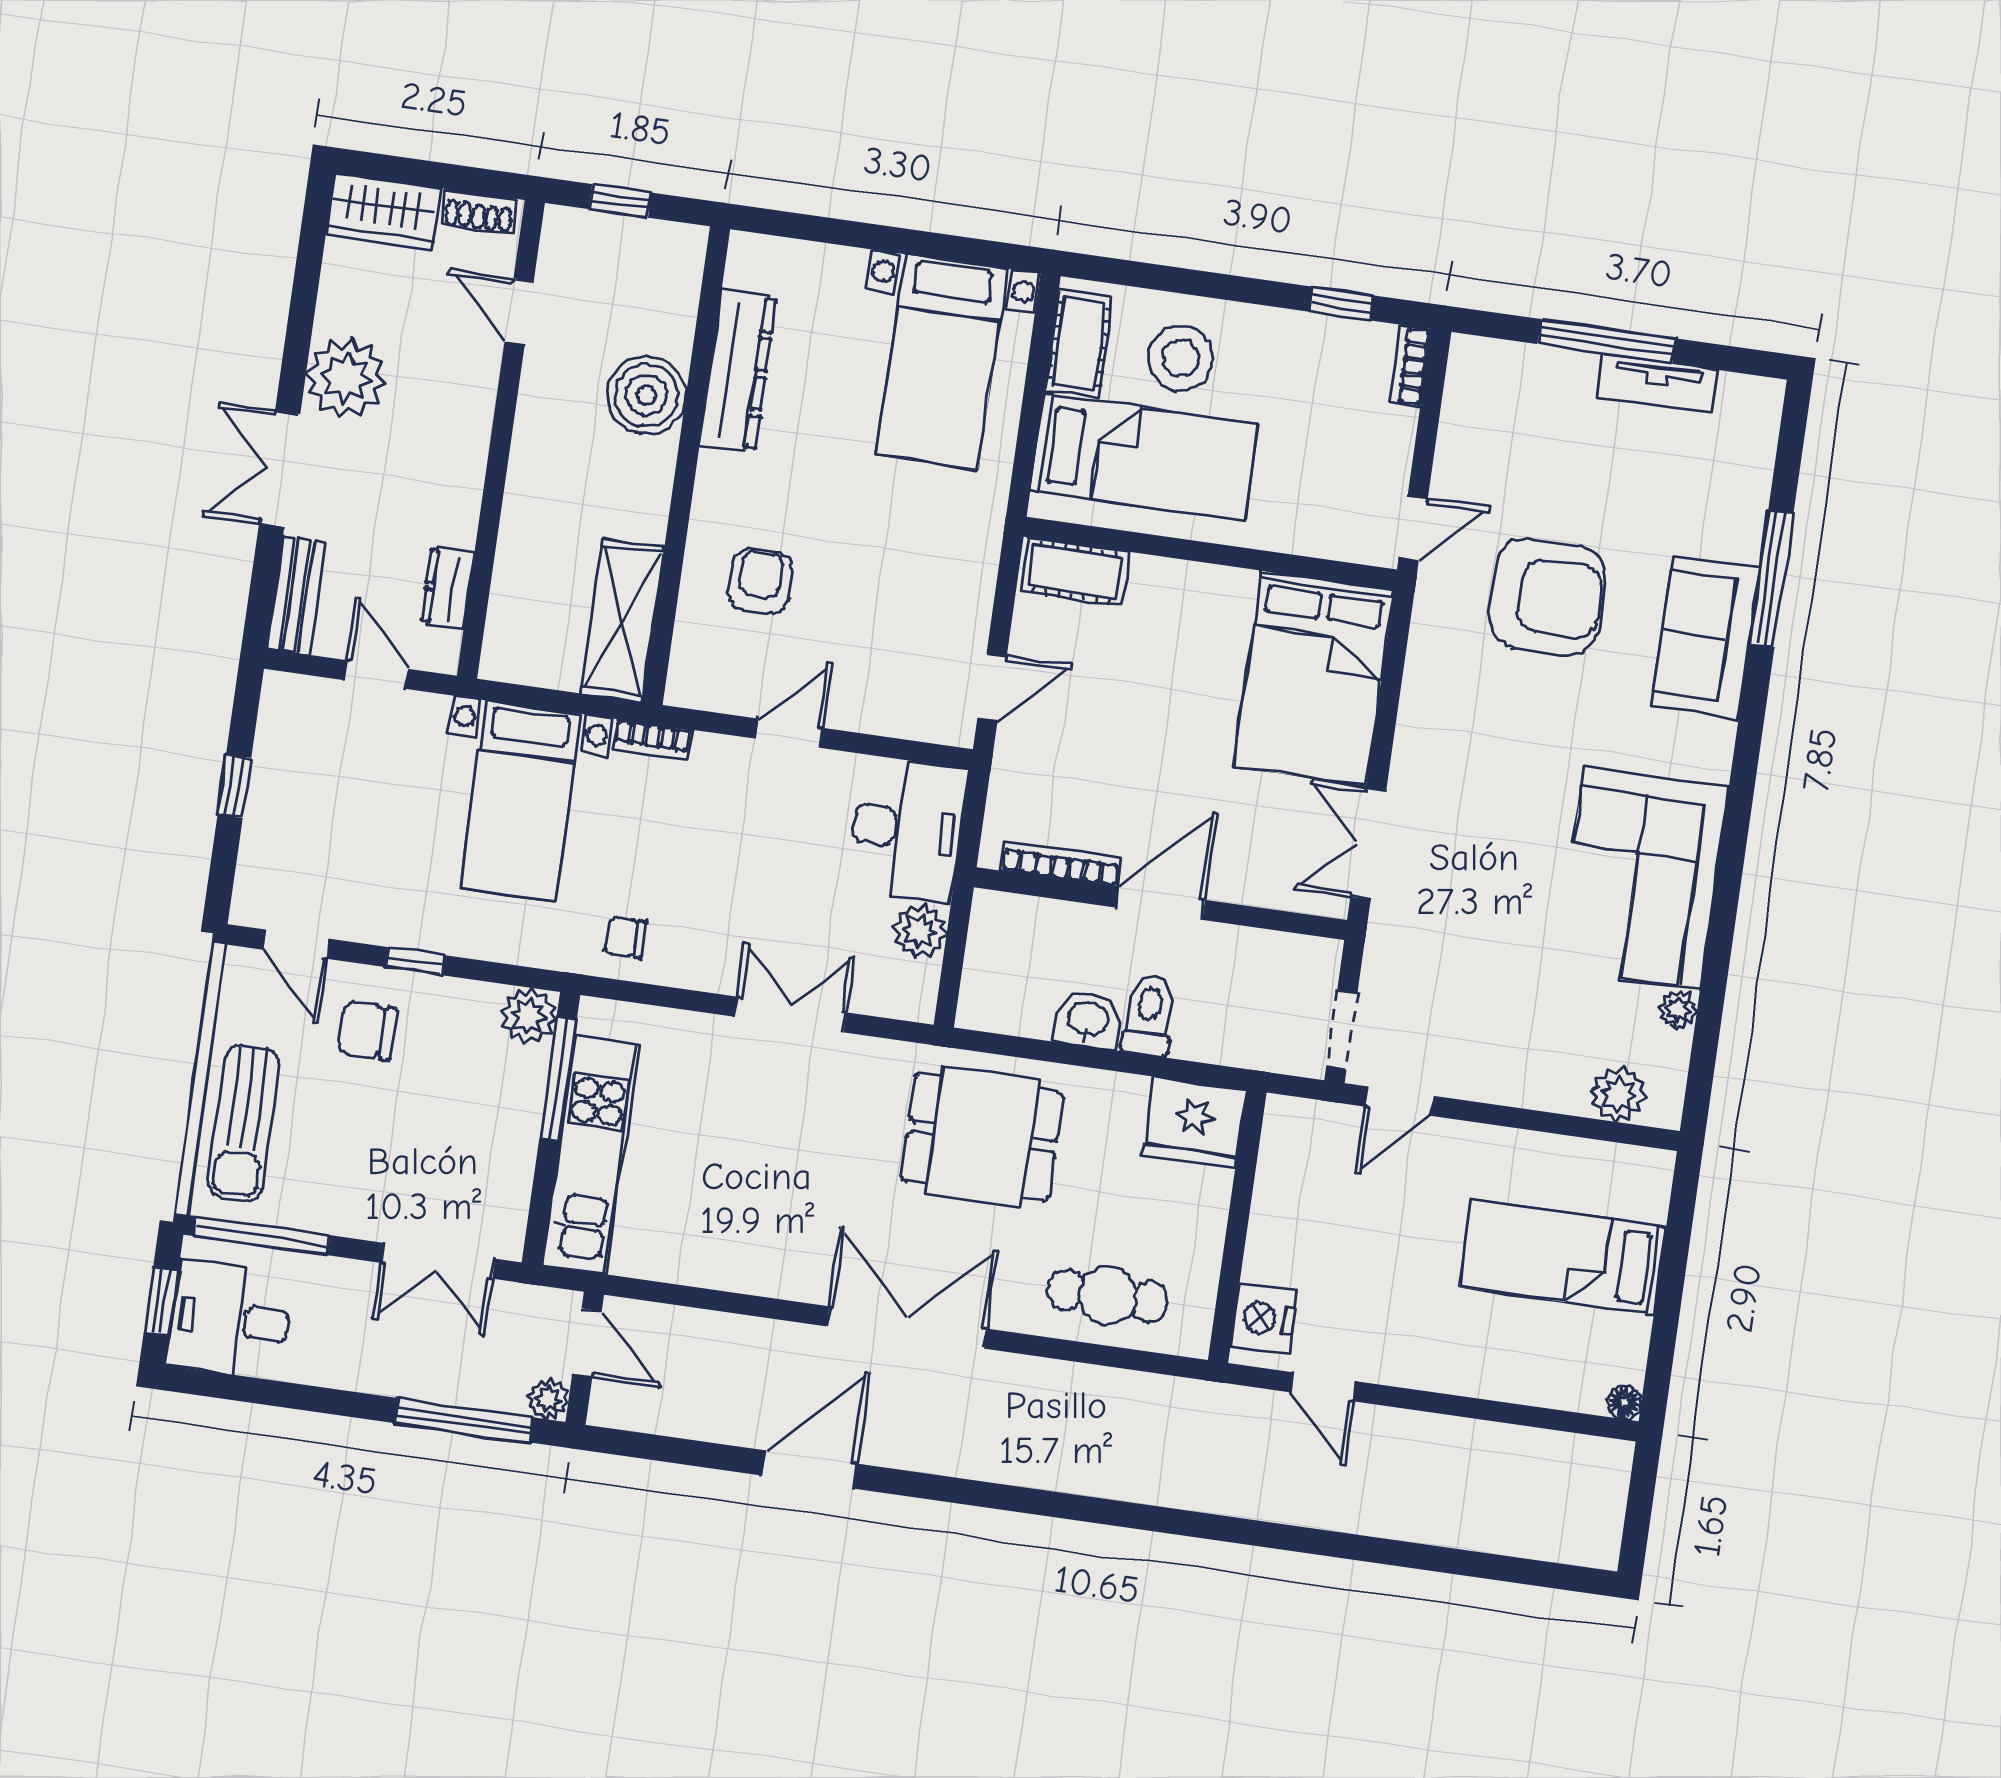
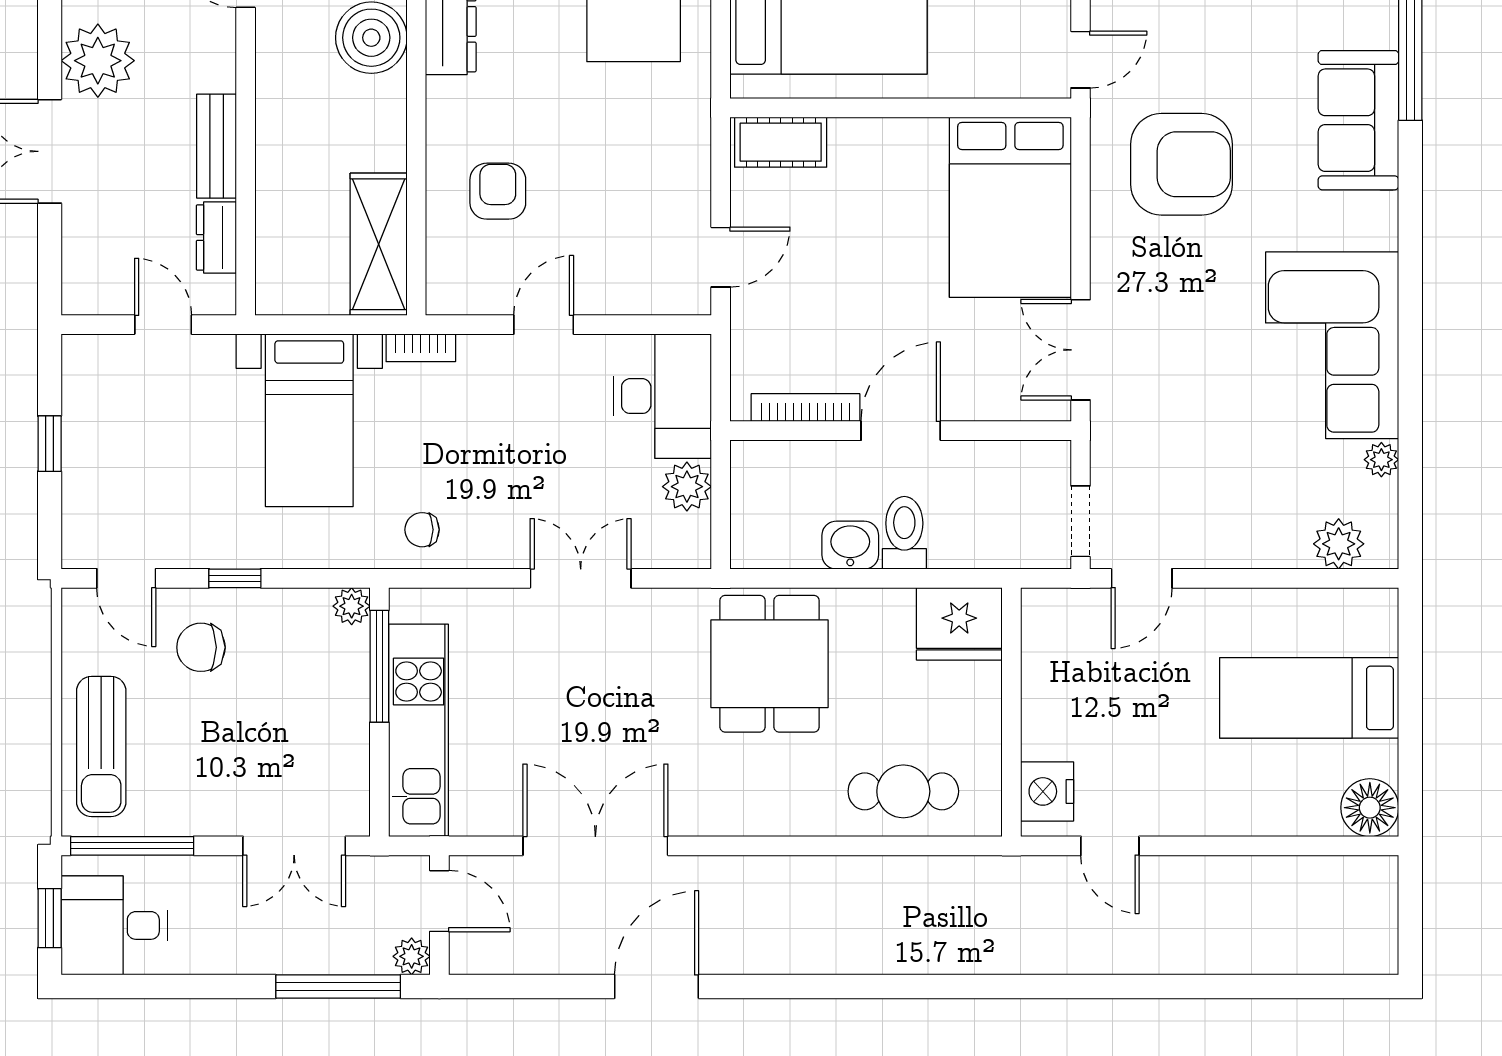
bench: (296, 595) -> (217, 146), moved
armchair: (1547, 597) -> (1182, 164), moved
plant: (528, 1016) -> (352, 606), width x0.73, depth x0.73
dining table: (982, 1136) -> (770, 664), turned 90
double door: (907, 1327) -> (595, 846), moved
floor lamp: (1624, 1402) -> (1370, 808), width x1.89, depth x1.89

